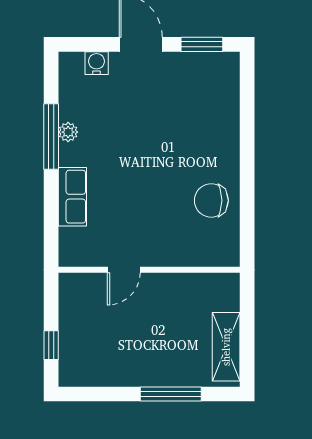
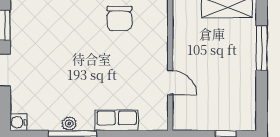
water cooler: (97, 63) -> (19, 122), moved

